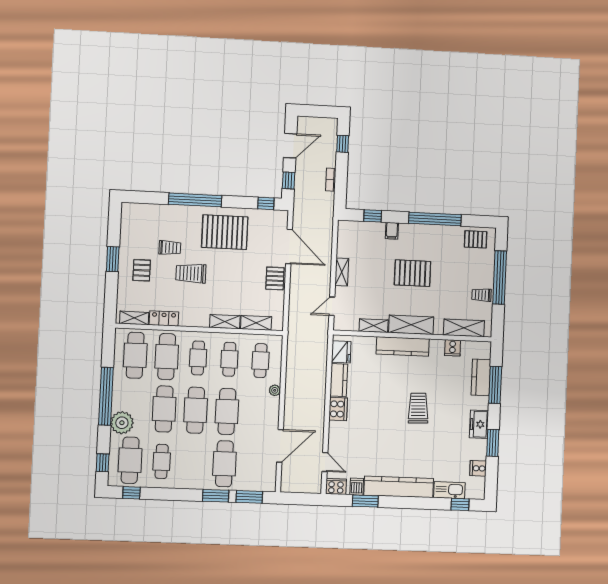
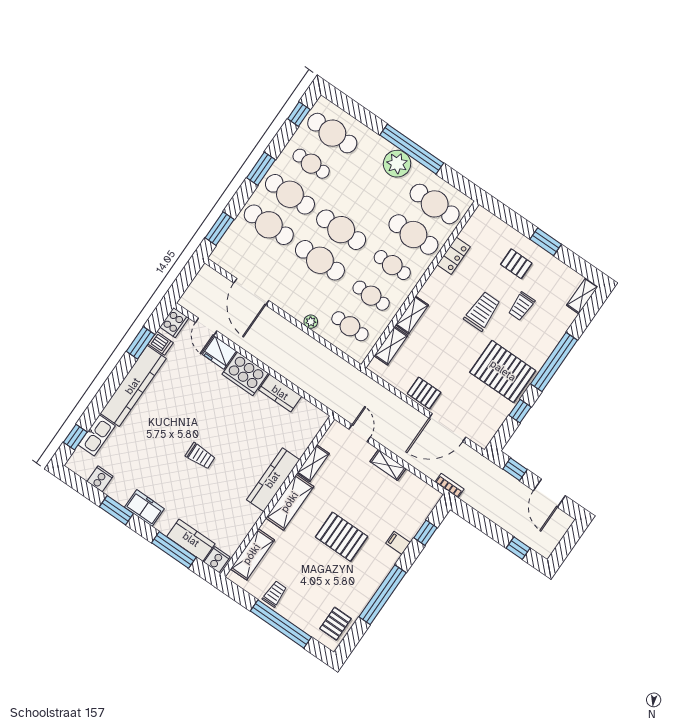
bookcase: (331, 180) -> (449, 485), moved
window: (266, 203) -> (520, 411), moved
pallet: (225, 232) -> (503, 371), turned 90
pallet: (412, 273) -> (342, 537), turned 90
shelving: (134, 318) -> (582, 296), moved
cooker: (453, 348) -> (217, 560), moved, turned 90
fridge: (341, 352) -> (219, 353), moved
trolley: (418, 408) -> (200, 456), width x0.73, depth x0.72
cafe table: (164, 409) -> (290, 194), moved
cooker: (338, 409) -> (245, 374), width x1.37, depth x1.31
plant: (122, 423) -> (397, 164), moved
door: (325, 462) -> (206, 327), hinge flipped
window: (103, 463) -> (347, 104), removed
window: (216, 496) -> (261, 169), moved

